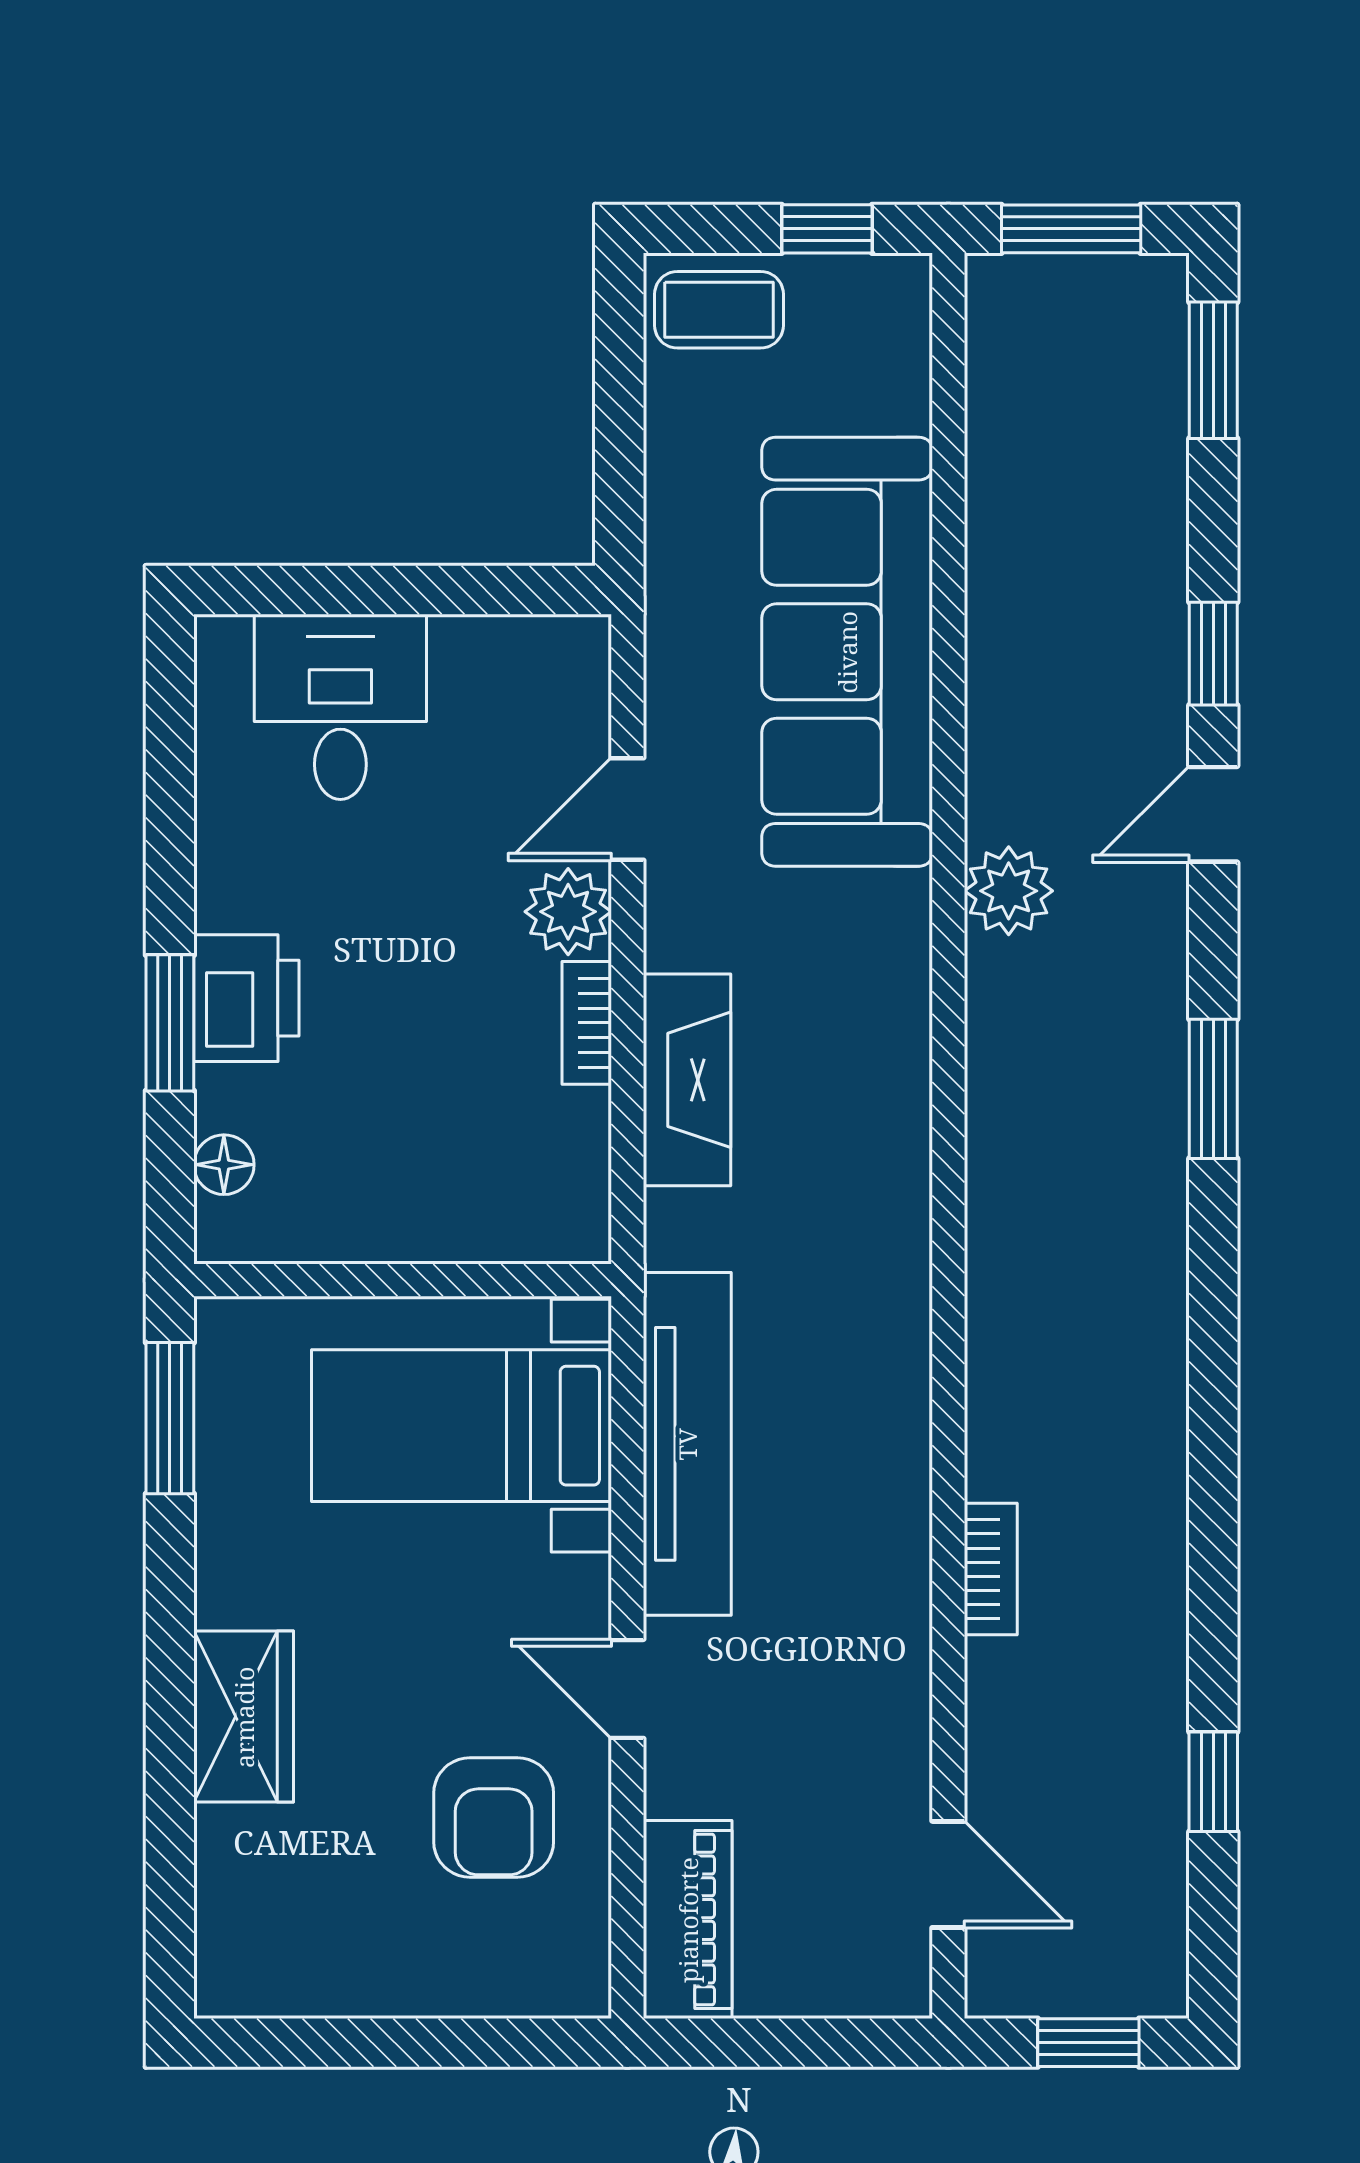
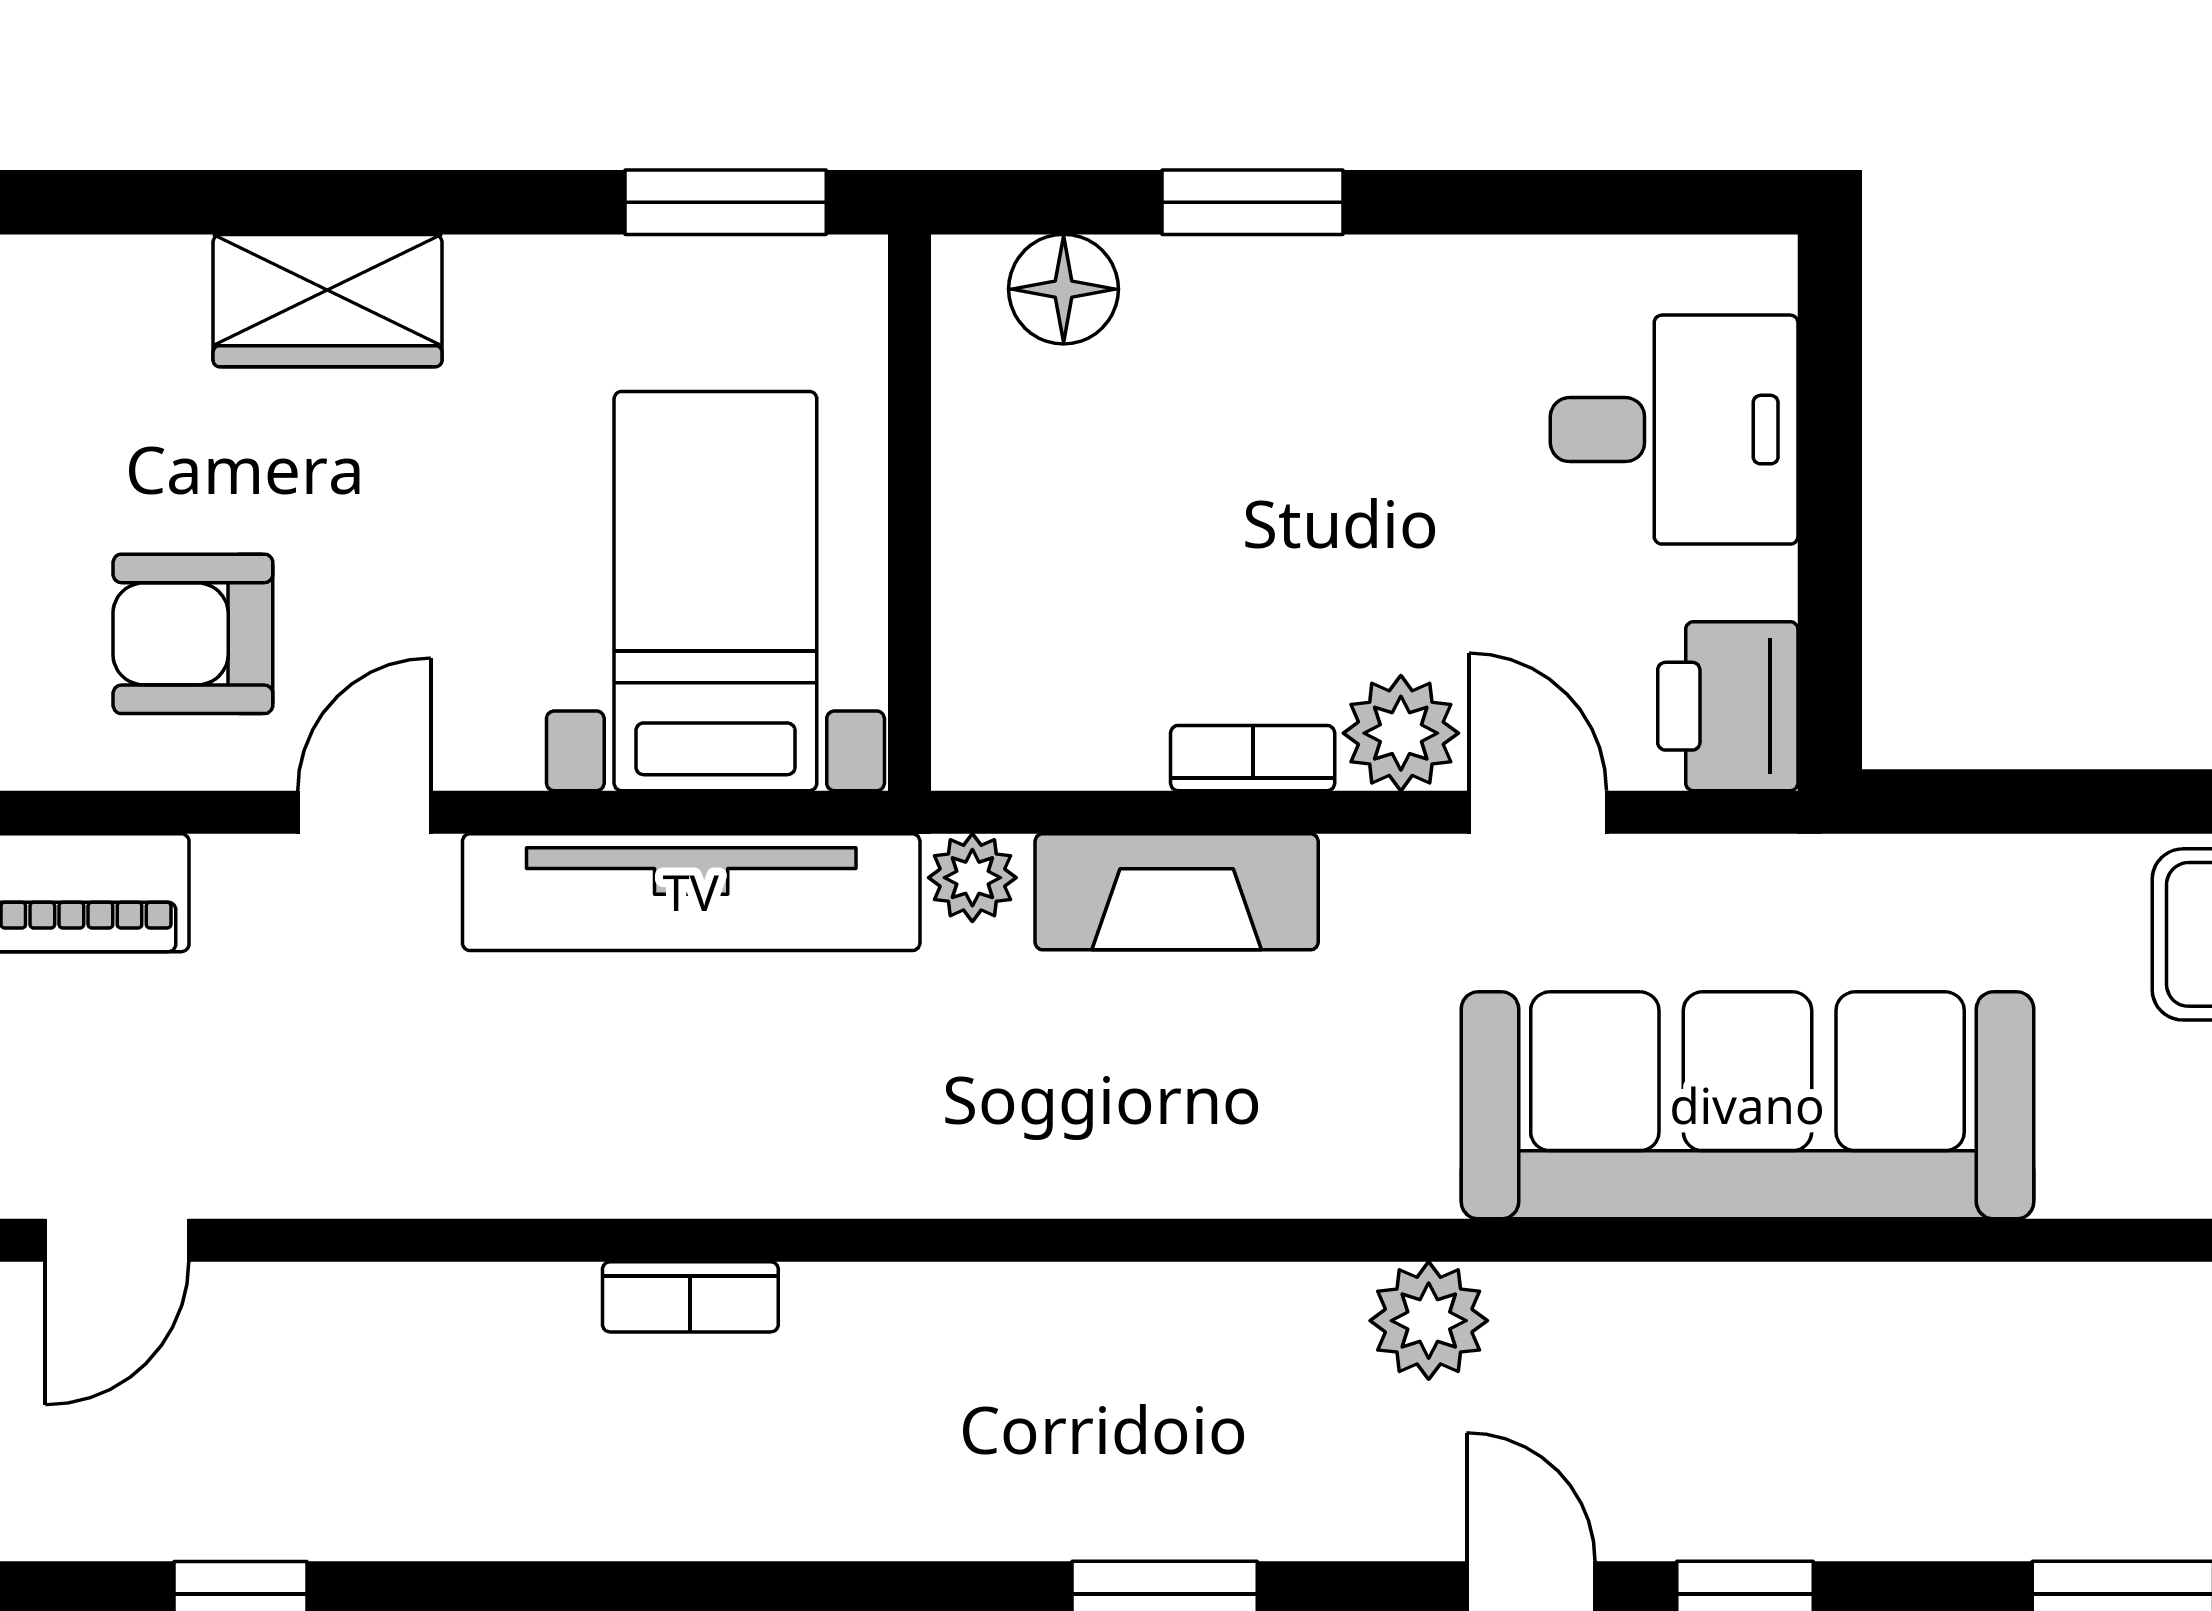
printer: (246, 998) -> (1728, 706), moved, turned 90
floor lamp: (224, 1165) -> (1064, 289), width x1.37, depth x1.37
plant: (676, 1233) -> (972, 878), added
bookcase: (991, 1569) -> (690, 1297), moved

